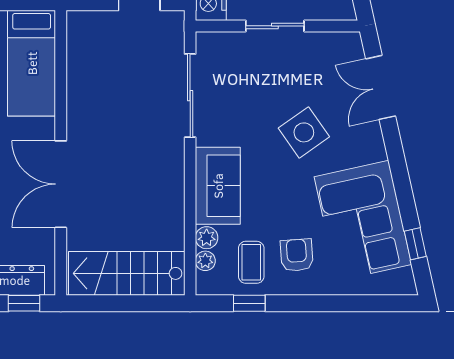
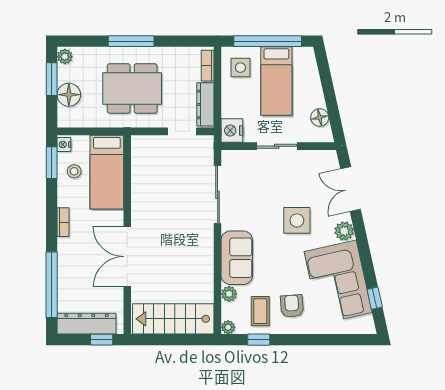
side table: (304, 132) -> (297, 220), turned 35
plant: (372, 148) -> (344, 231), added
plant: (205, 261) -> (228, 327), moved

